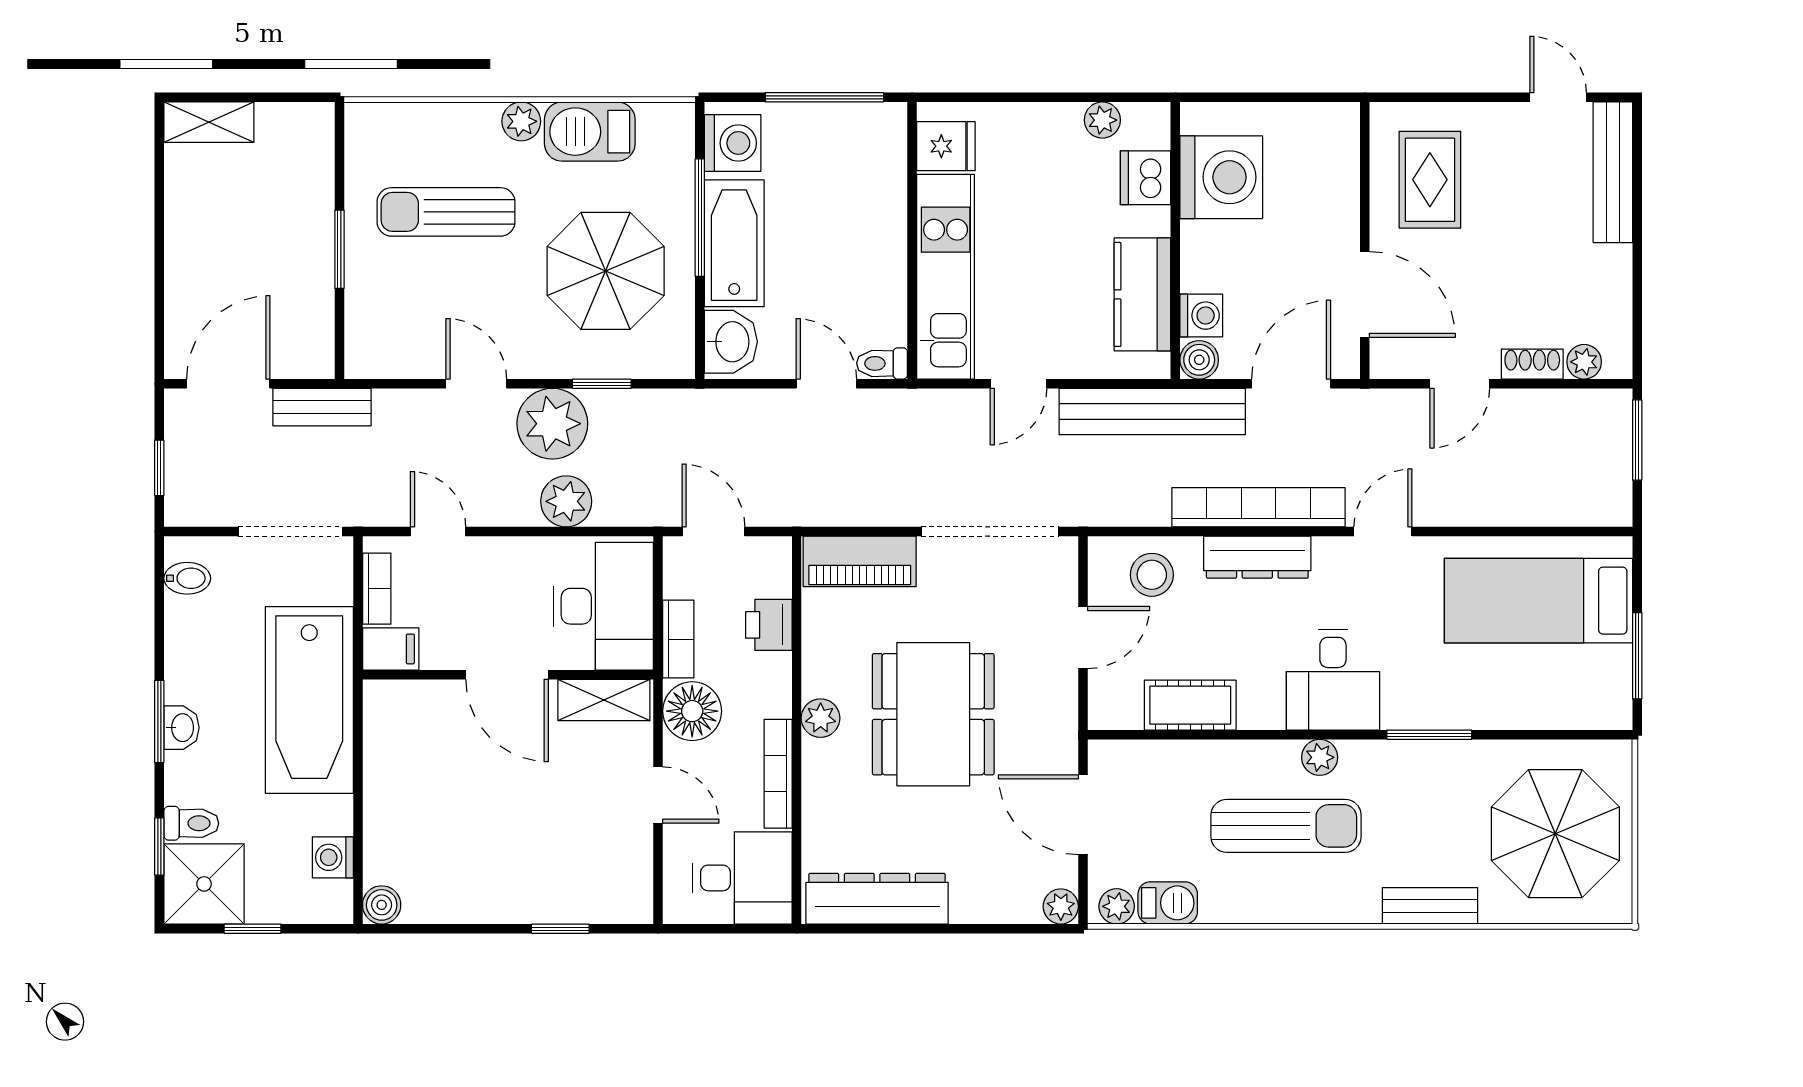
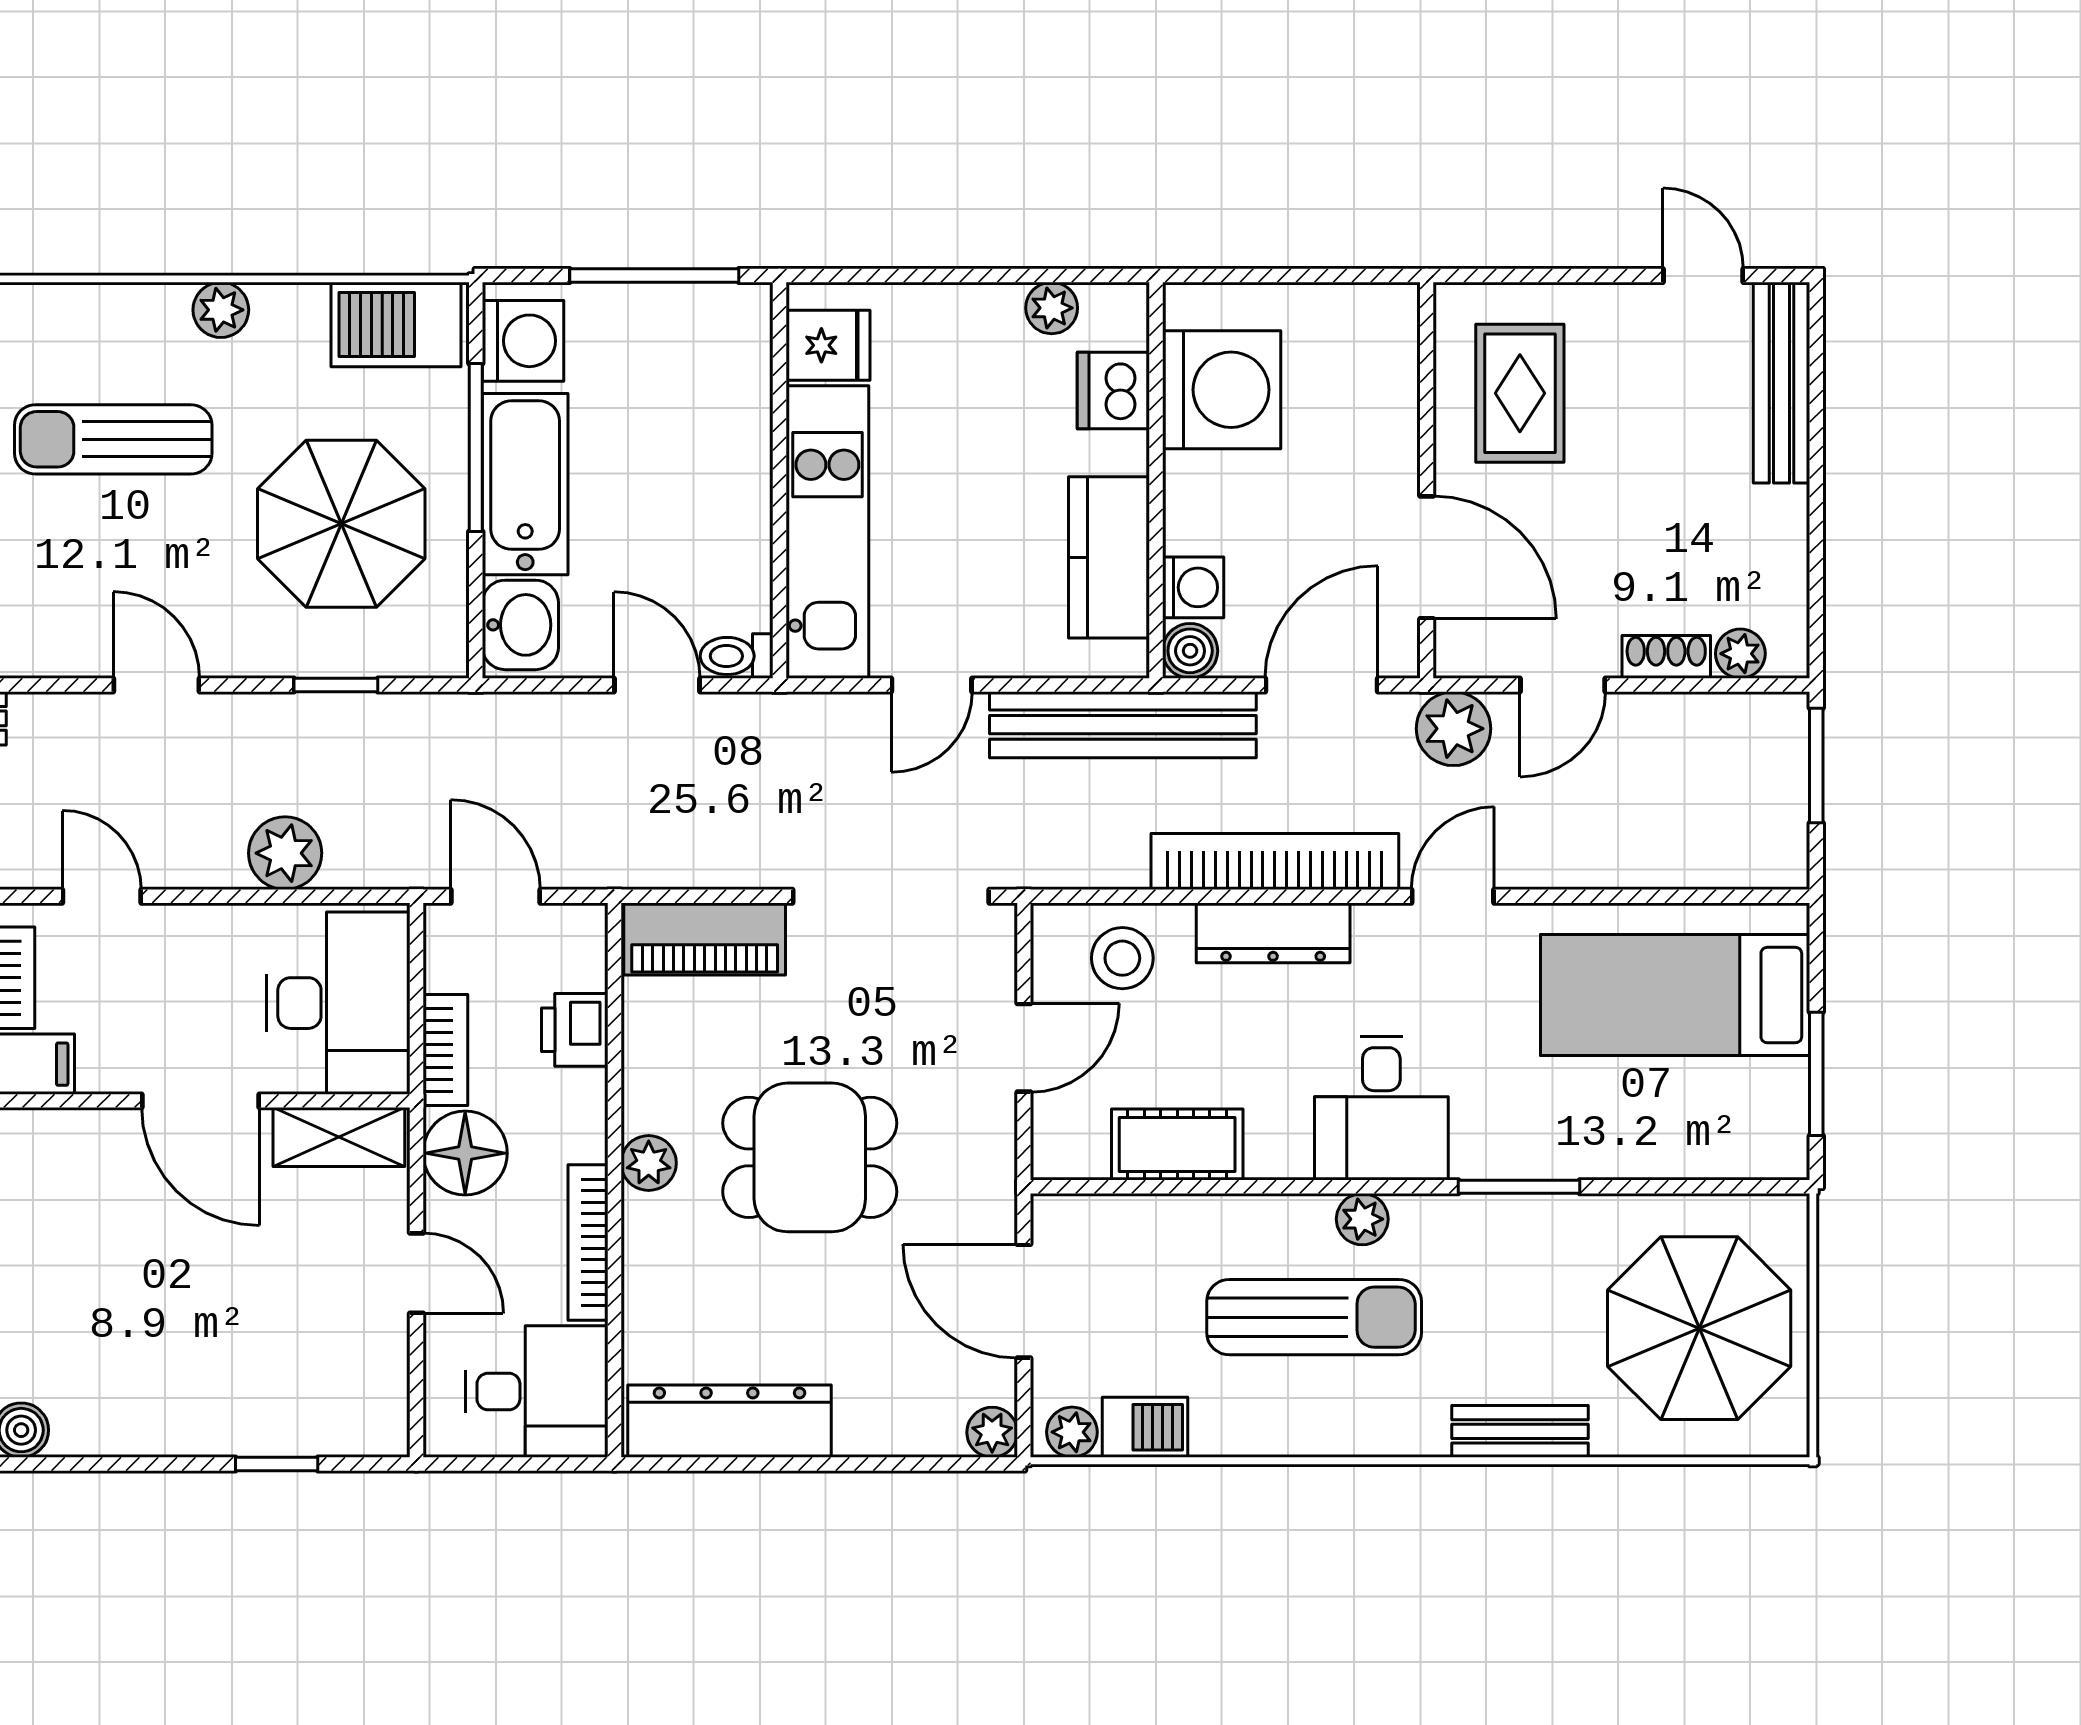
barbecue: (590, 132) -> (396, 324), moved
plant: (552, 424) -> (1454, 729), moved, width x0.73, depth x0.73
dining table: (933, 714) -> (810, 1157), width x0.73

